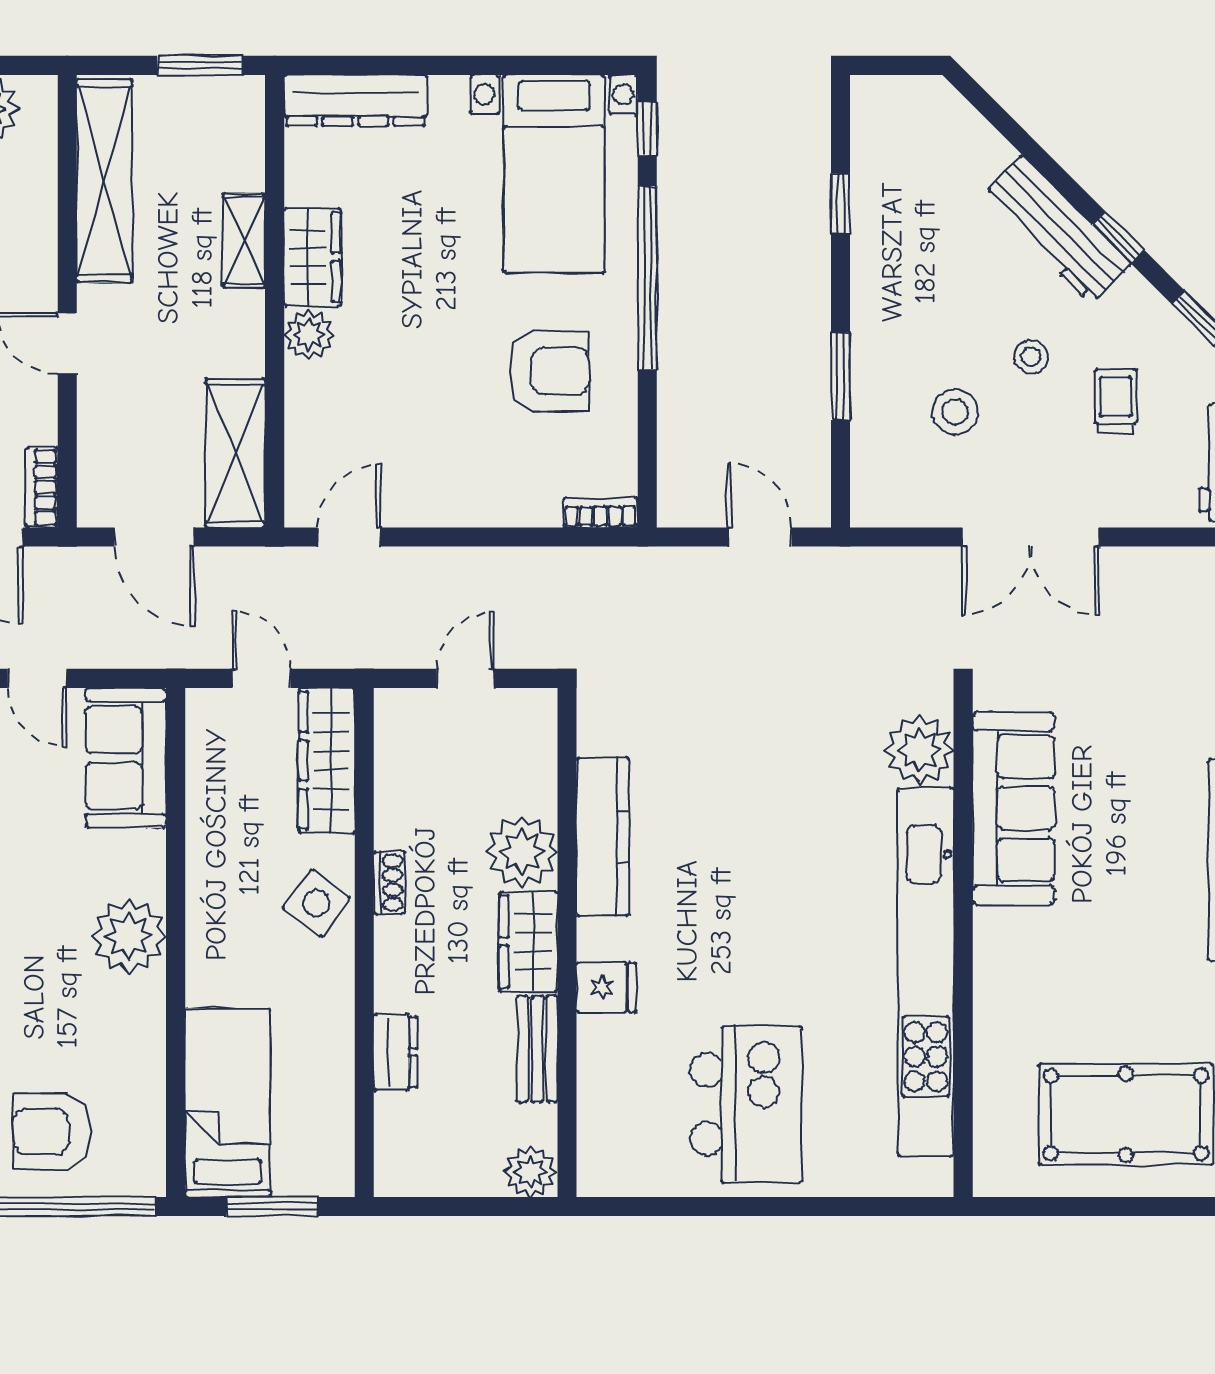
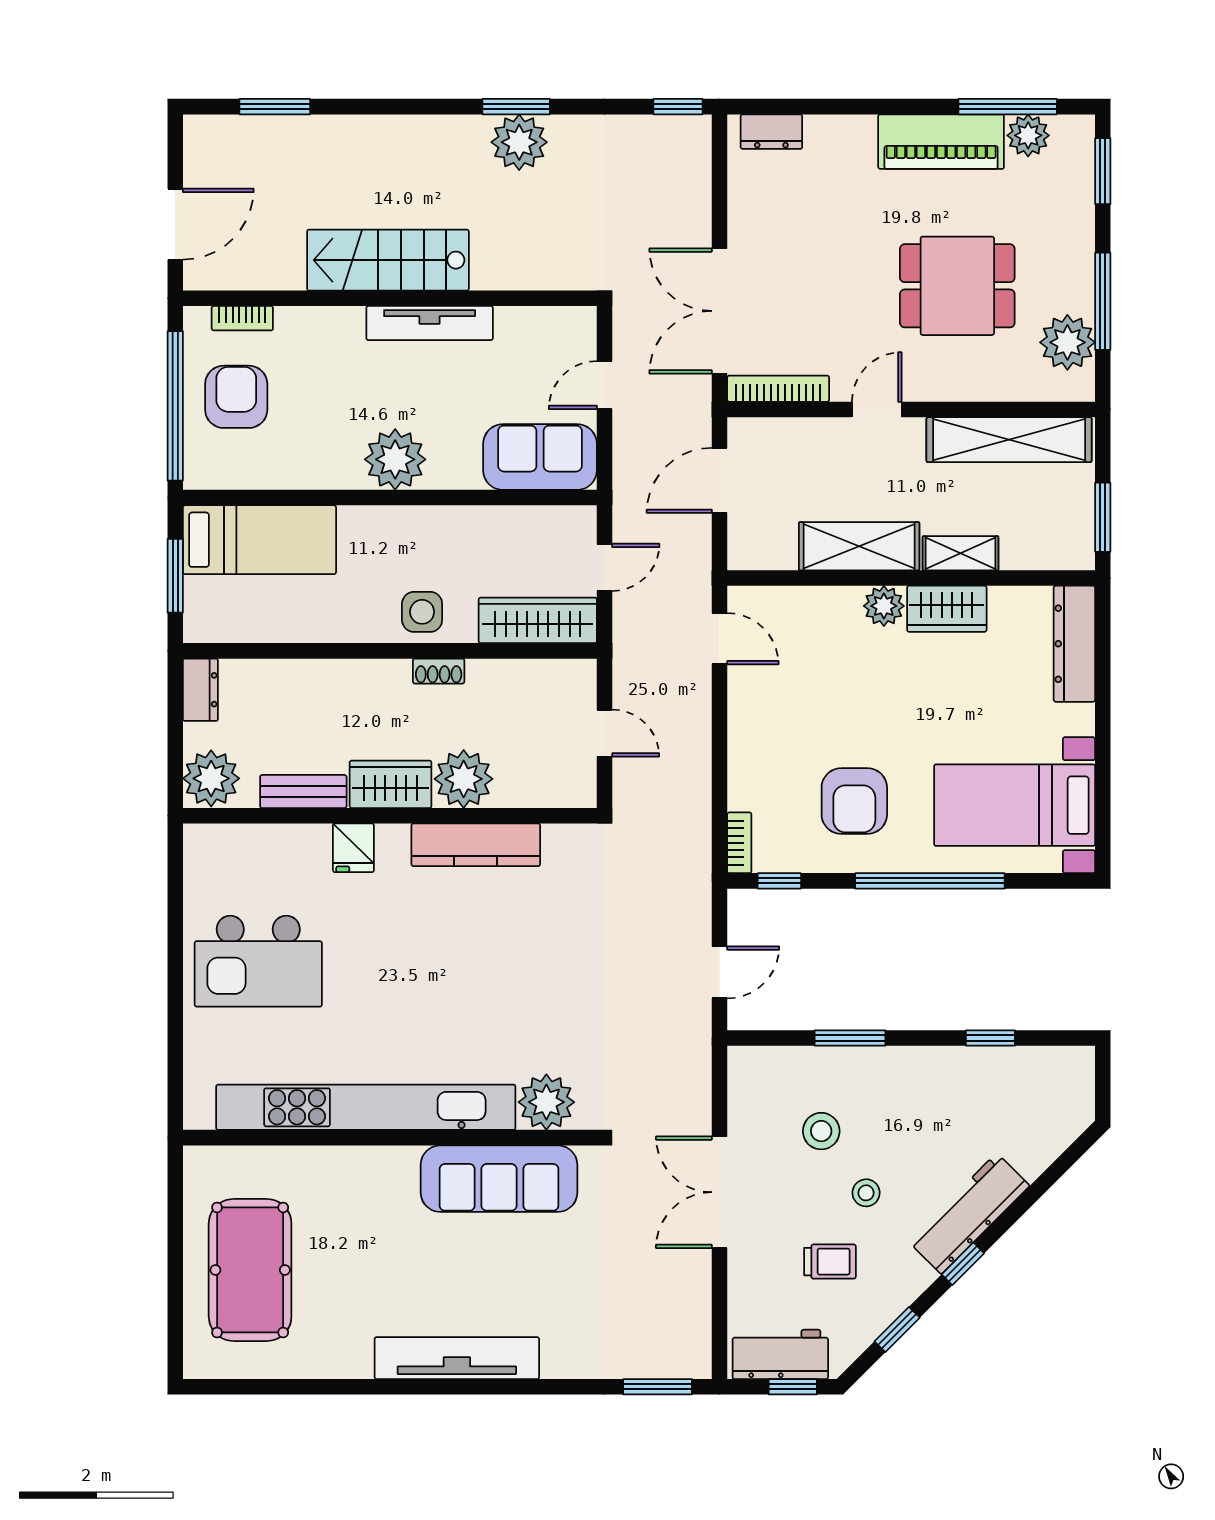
window: (647, 129) -> (779, 881), moved
shelving: (236, 453) -> (859, 546), moved
bookcase: (42, 487) -> (778, 389), width x1.56
side table: (316, 903) -> (422, 612), turned -37
dresser: (395, 1052) -> (200, 690), moved, turned -90
plant: (531, 1172) -> (211, 778), width x1.36, depth x1.36

